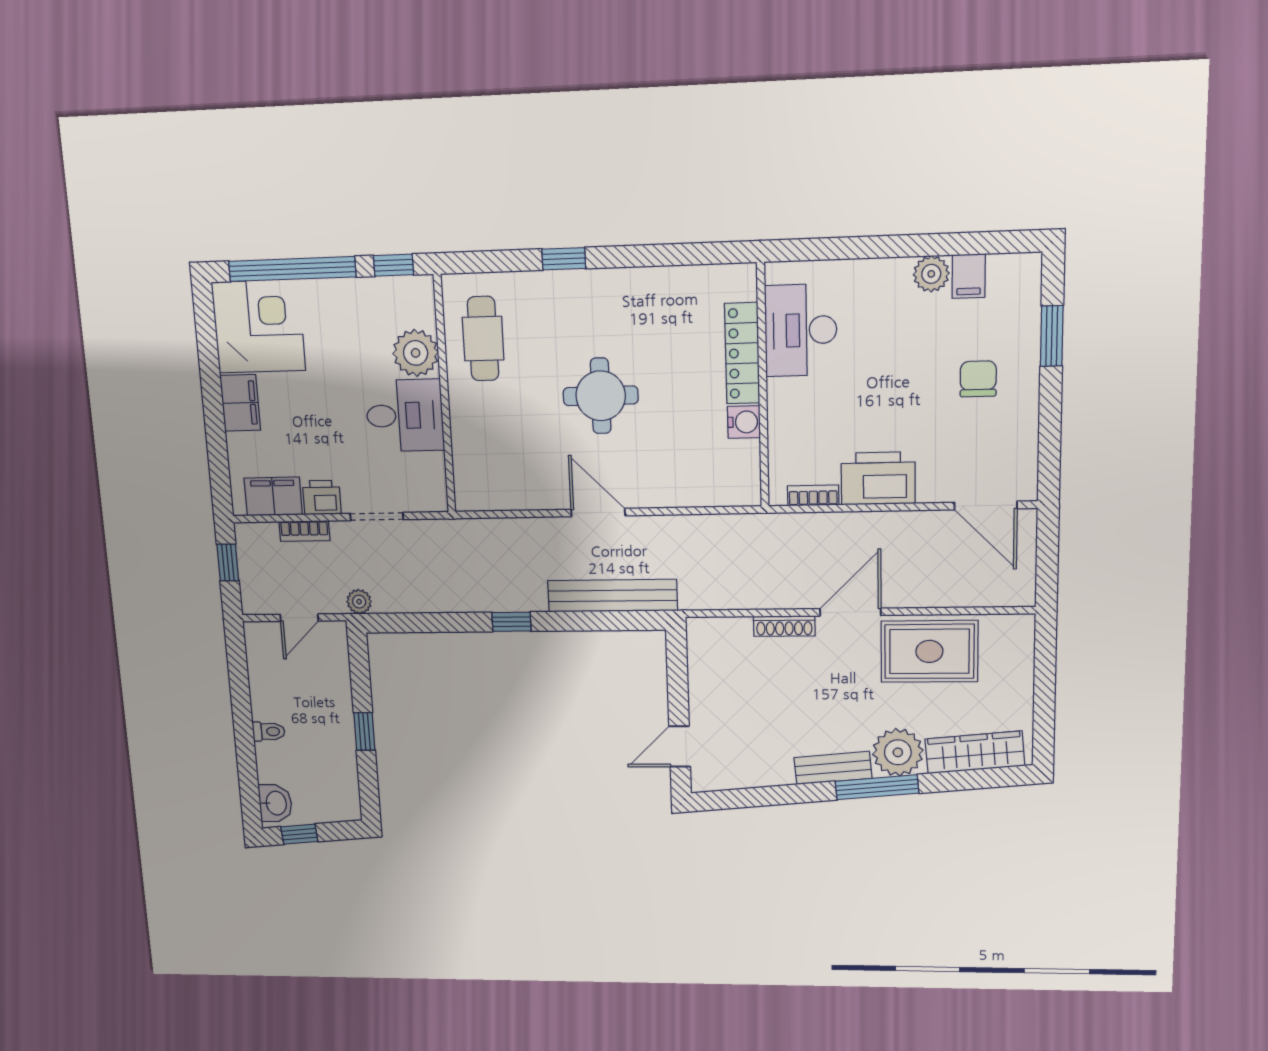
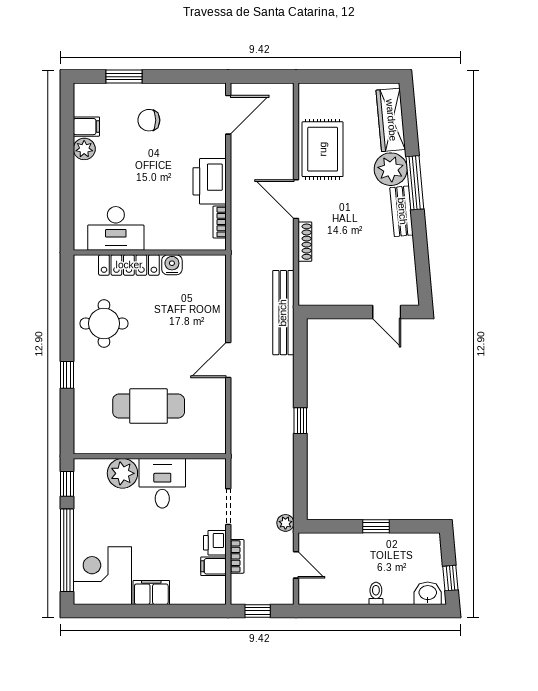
cafe table: (483, 339) -> (149, 406), moved, width x1.37, depth x1.35
round table: (601, 396) -> (104, 323), moved
filing cabinet: (273, 496) -> (213, 566), width x0.50
bench: (612, 596) -> (283, 313), moved

